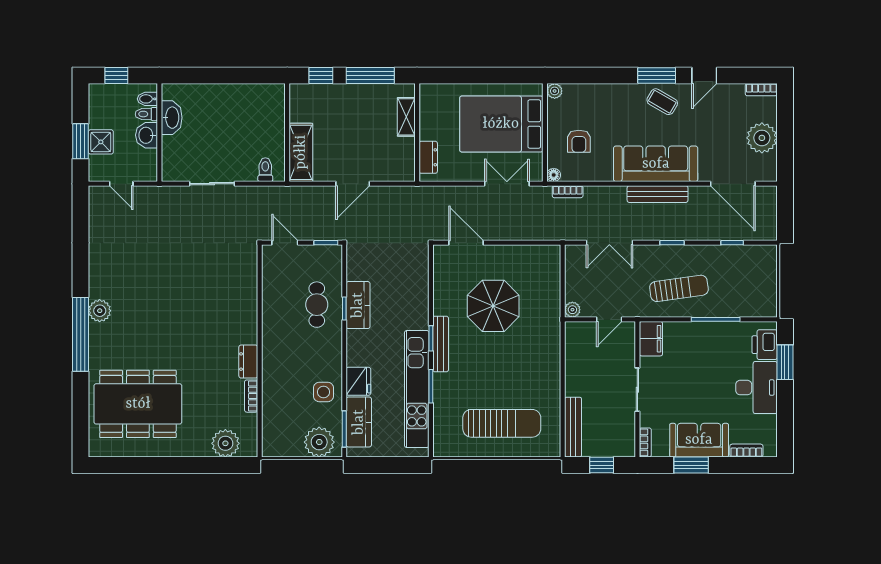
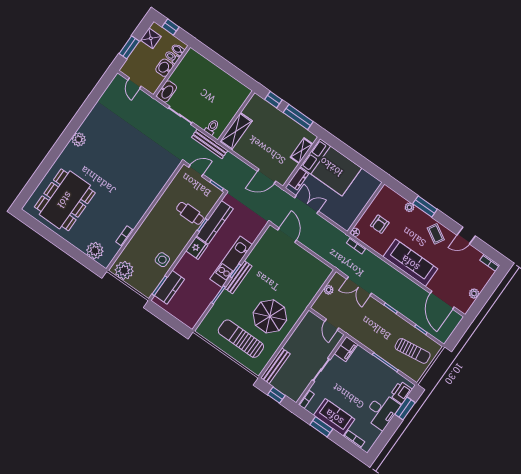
window: (657, 75) -> (425, 206), moved
plant: (555, 91) -> (409, 207), moved
washbasin: (172, 118) -> (167, 92), moved
bed: (501, 124) -> (331, 167), moved, turned 180
plant: (762, 138) -> (474, 294), width x0.53, depth x0.53
shower: (101, 142) -> (151, 38), moved
door: (353, 184) -> (267, 176), moved
double door: (507, 184) -> (307, 204), moved
bench: (658, 194) -> (210, 144), moved
door: (285, 243) -> (196, 171), hinge flipped
sun lounger: (679, 288) -> (413, 351), moved
cafe table: (317, 305) -> (190, 213), turned 90
kitchen counter: (358, 305) -> (215, 222), width x1.50
parasol: (493, 306) -> (270, 316), moved
plant: (572, 310) -> (329, 290), moved
door: (609, 319) -> (332, 325), hinge flipped
window: (81, 334) -> (61, 144), removed
dresser: (248, 362) -> (135, 218), removed
fridge: (358, 381) -> (197, 248), moved
kitchen unit: (417, 389) -> (231, 262), moved, width x0.73
dining table: (138, 404) -> (65, 200), turned 90
sun lounger: (502, 423) -> (241, 339), turned 180
plant: (319, 442) -> (124, 270), moved

